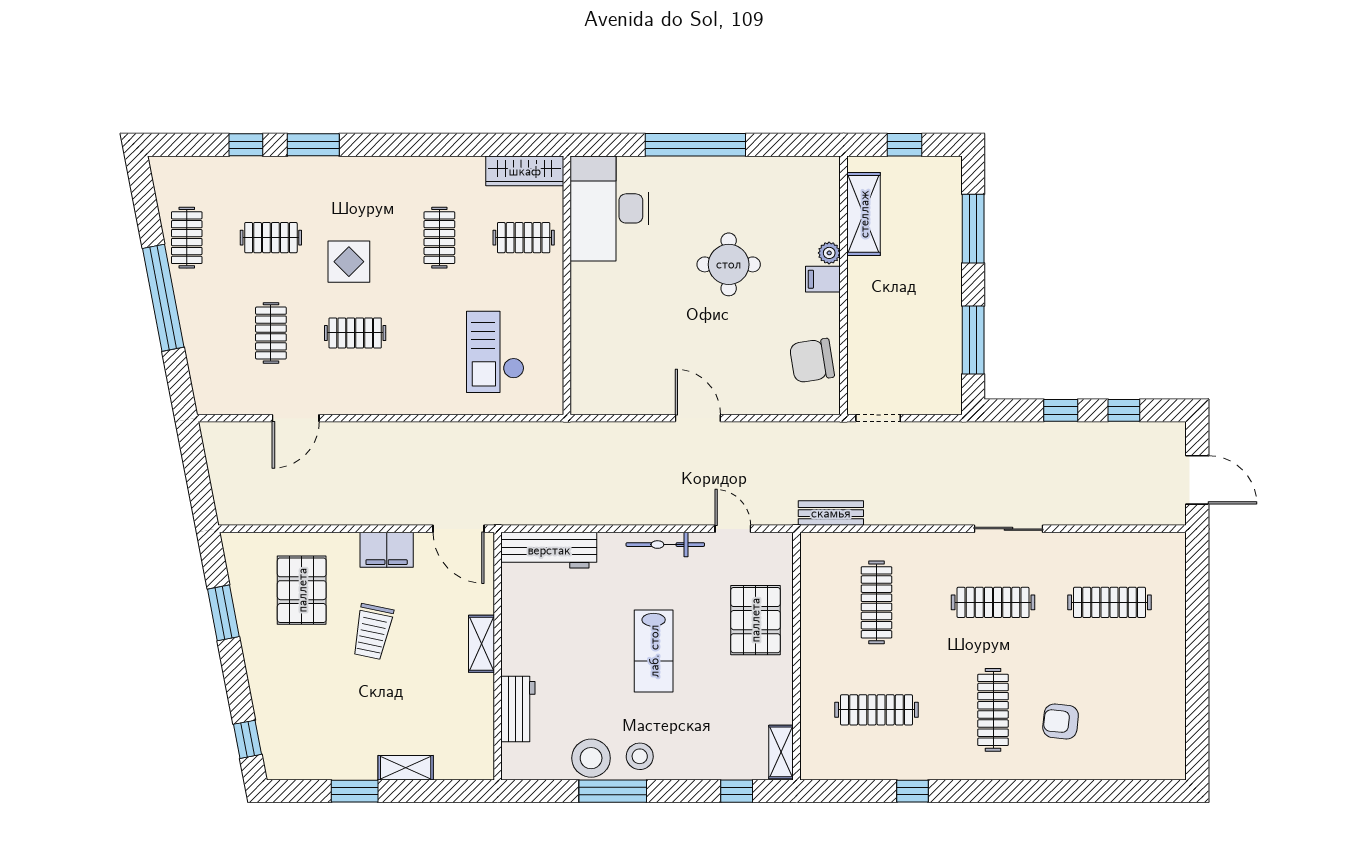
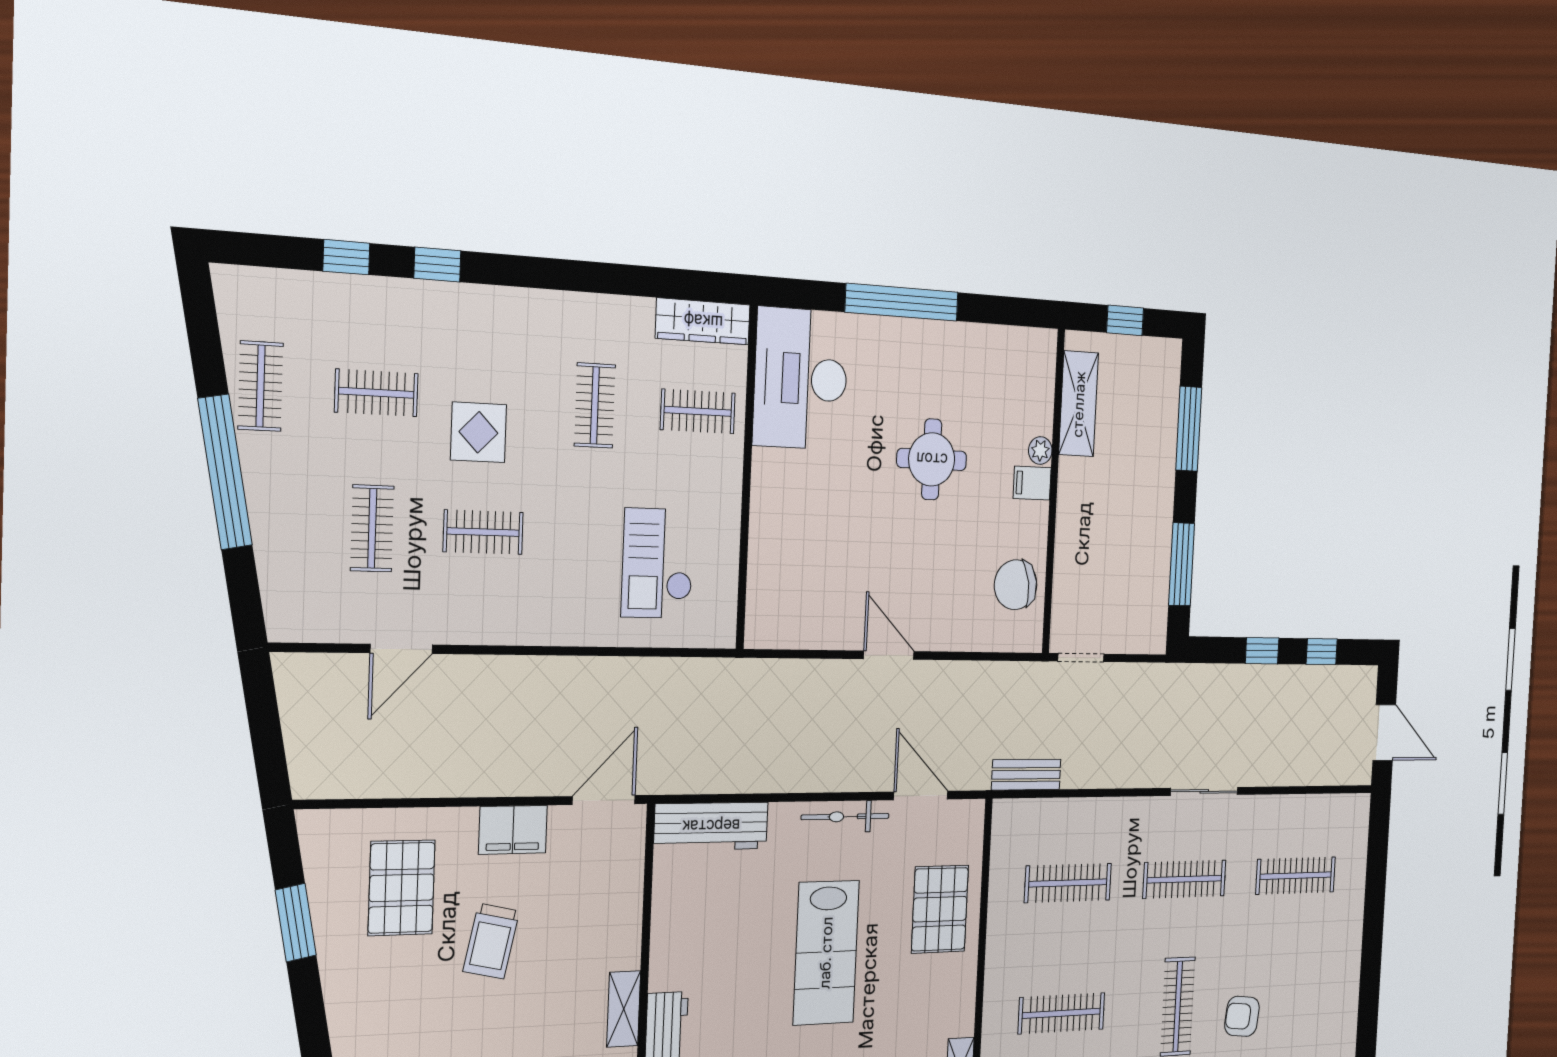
window: (313, 145) -> (437, 265), width x0.67
door: (459, 529) -> (604, 800), swing flipped
door: (733, 529) -> (921, 796), width x1.38
clothes rail: (876, 602) -> (1068, 883), turned 90
shelving: (481, 644) -> (624, 1009), moved
lab bench: (654, 651) -> (826, 953), width x1.36, depth x1.39

